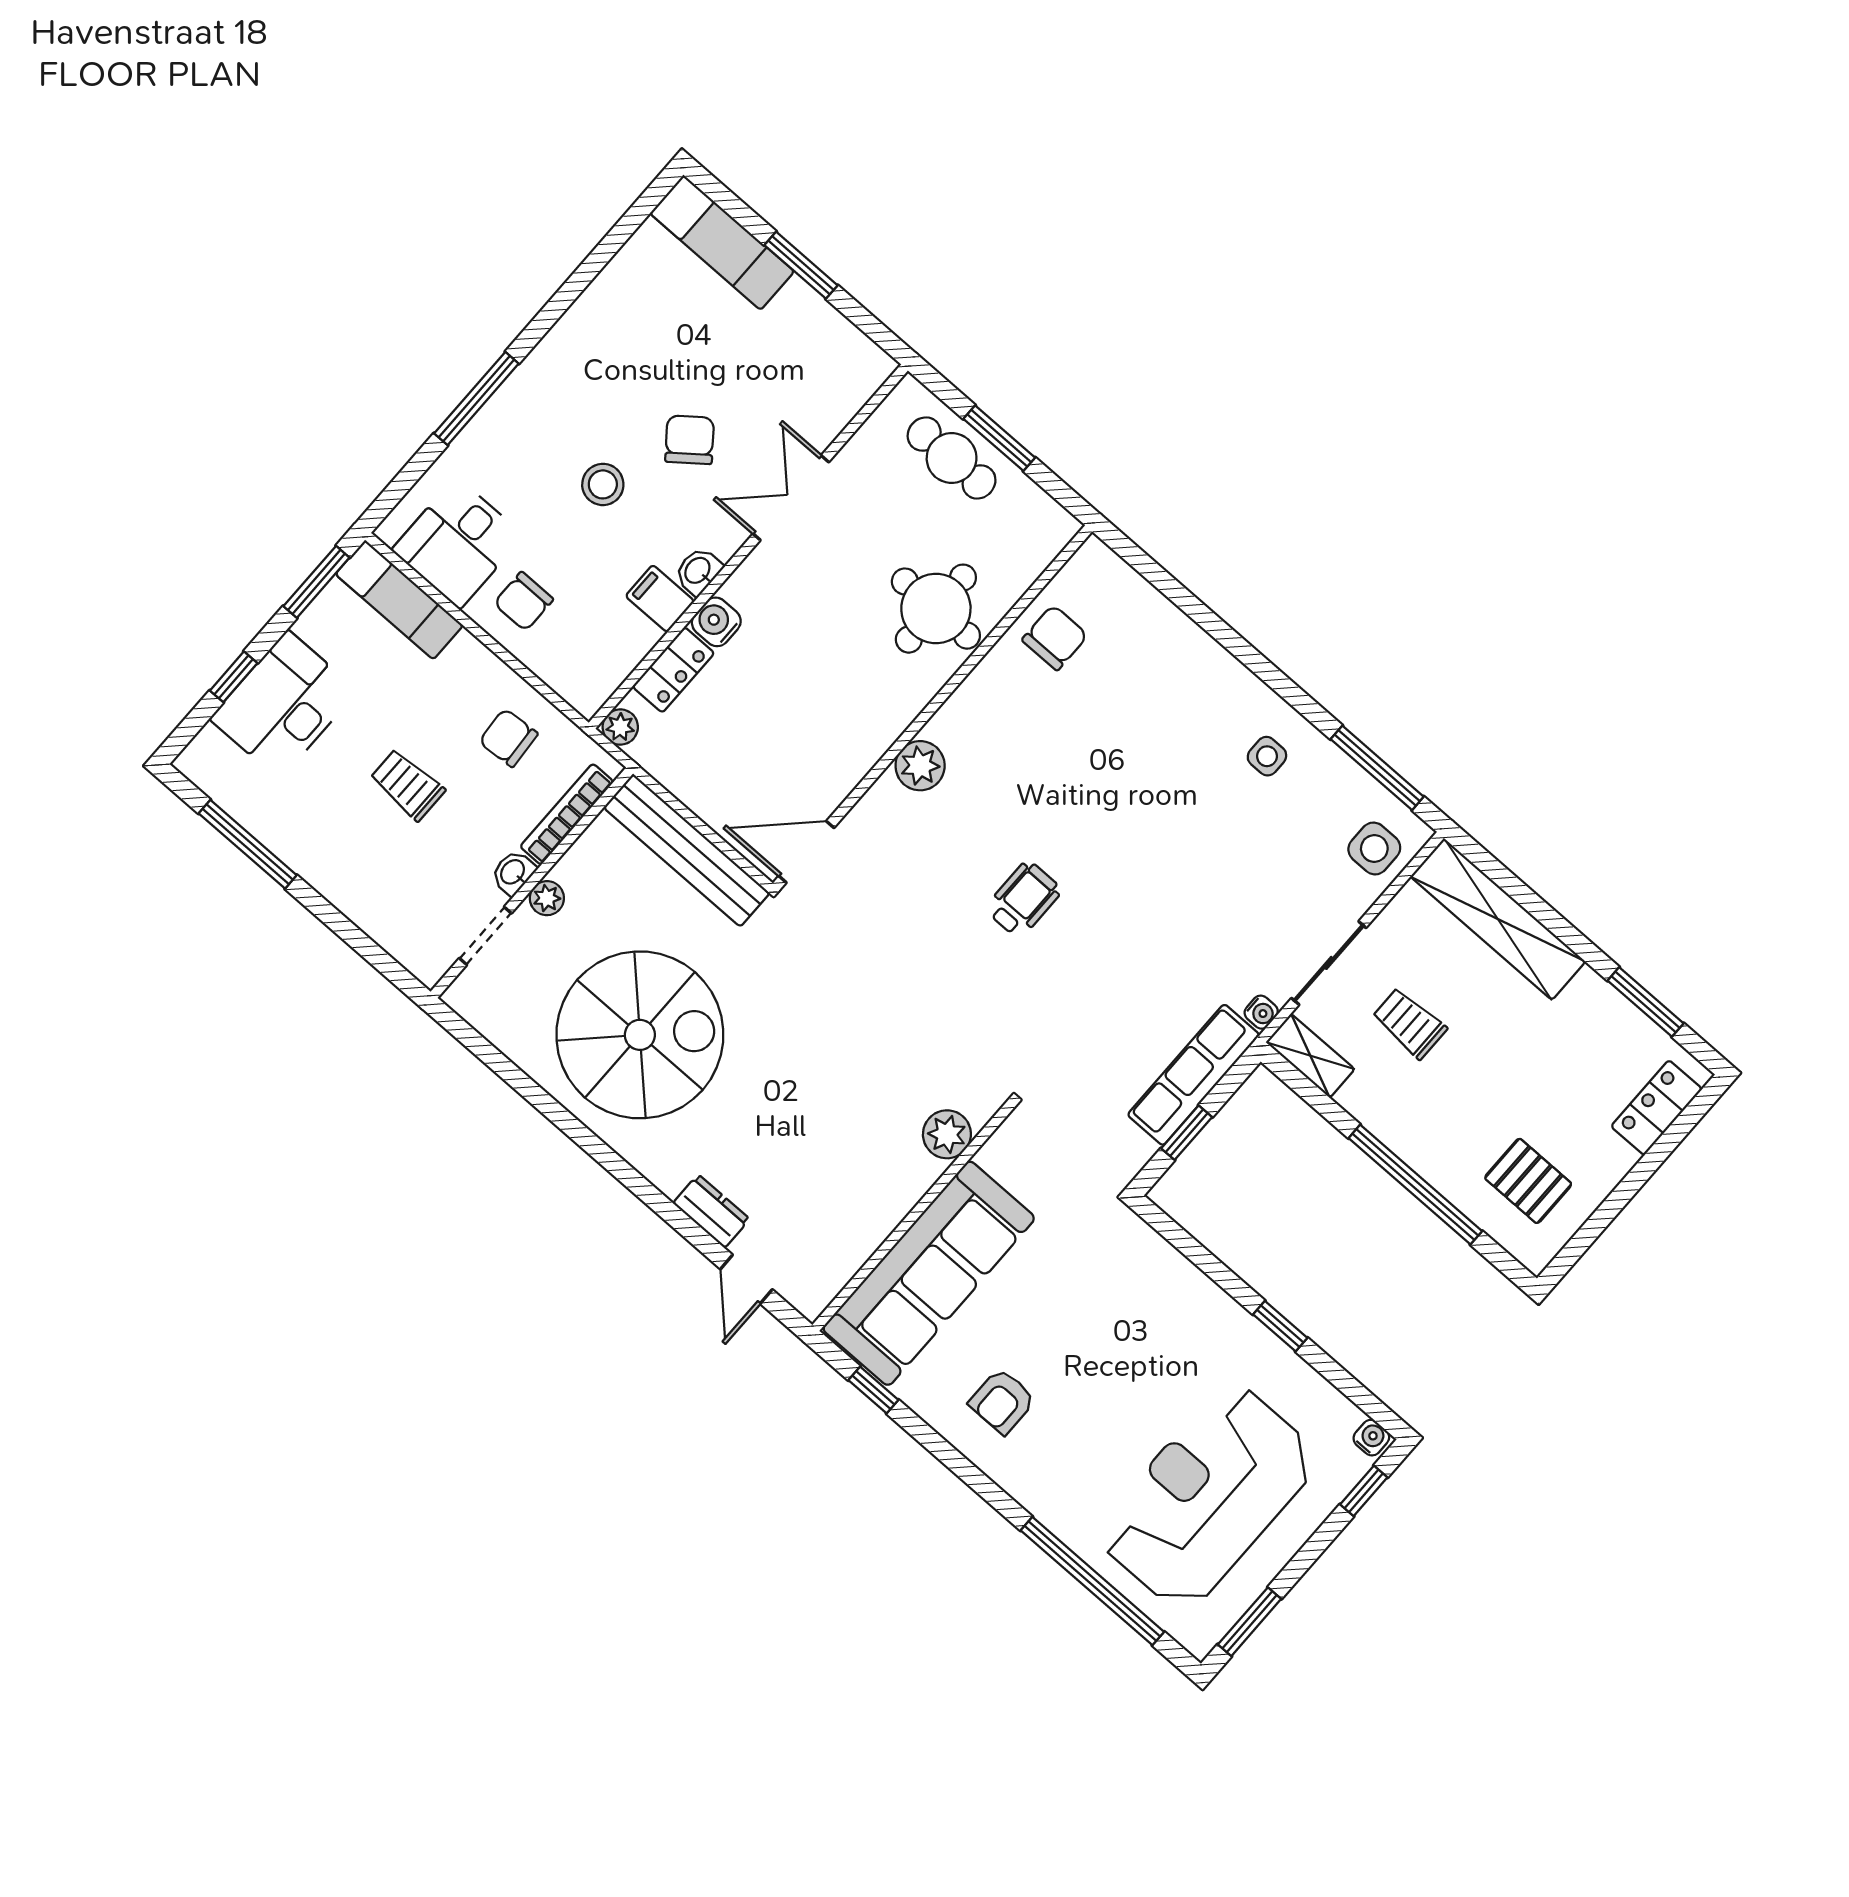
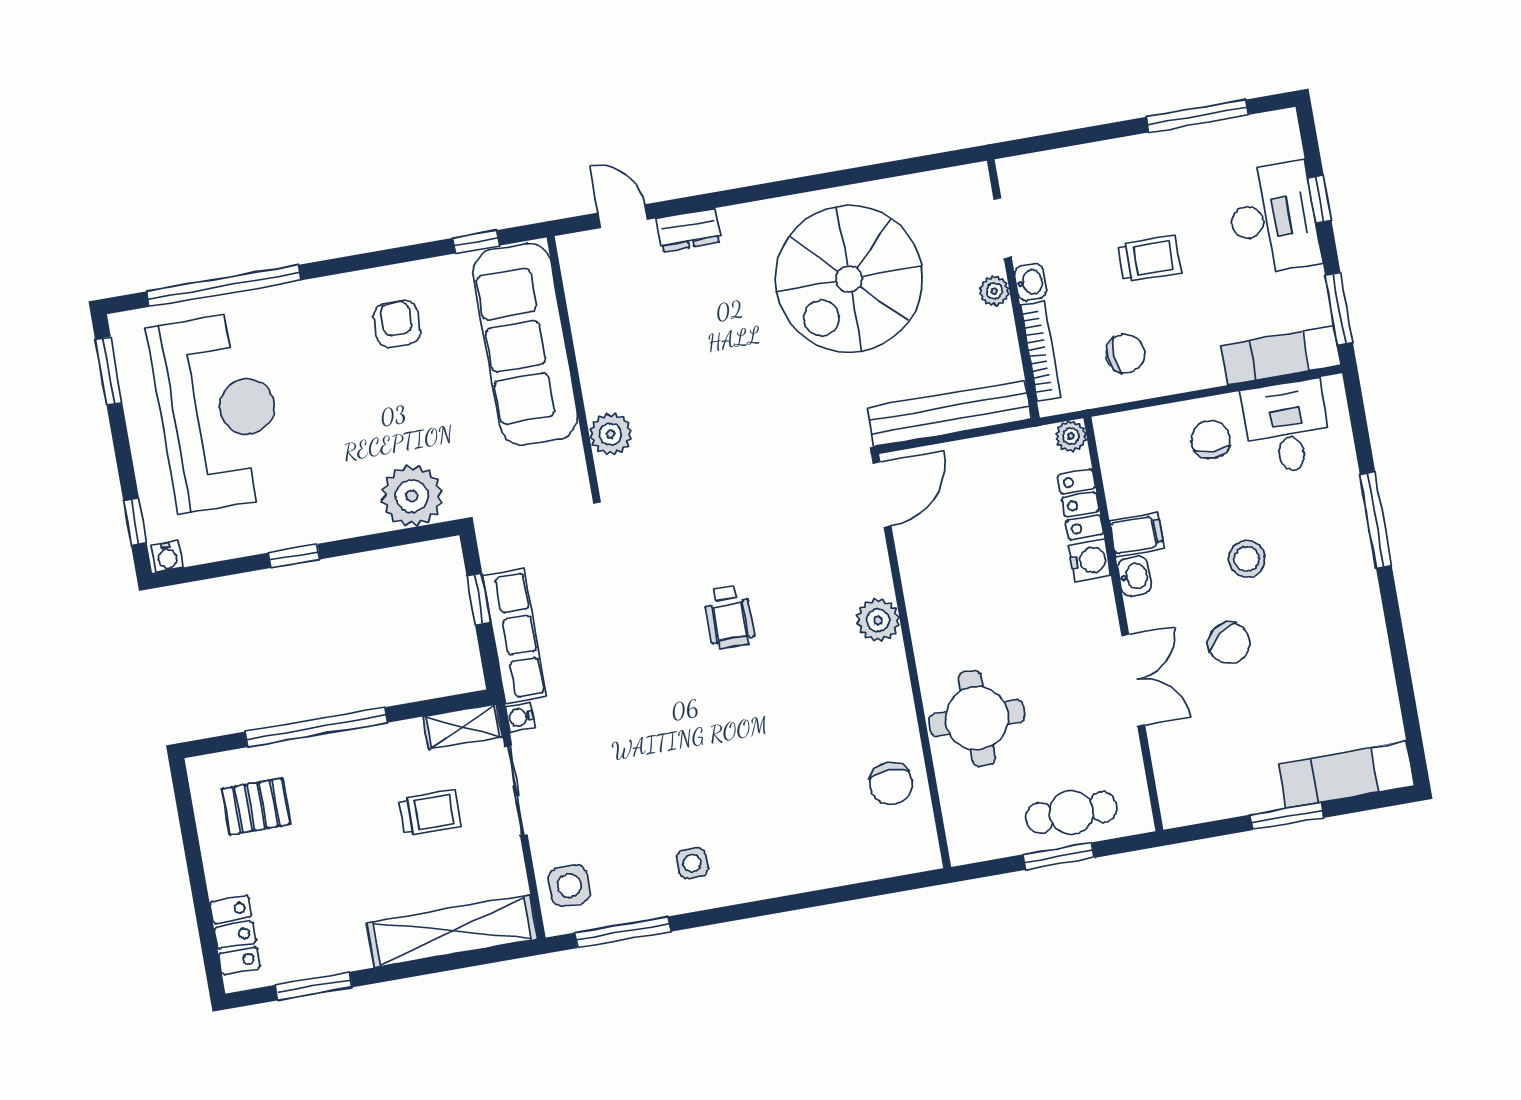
plant: (1143, 1265) -> (412, 496), added

